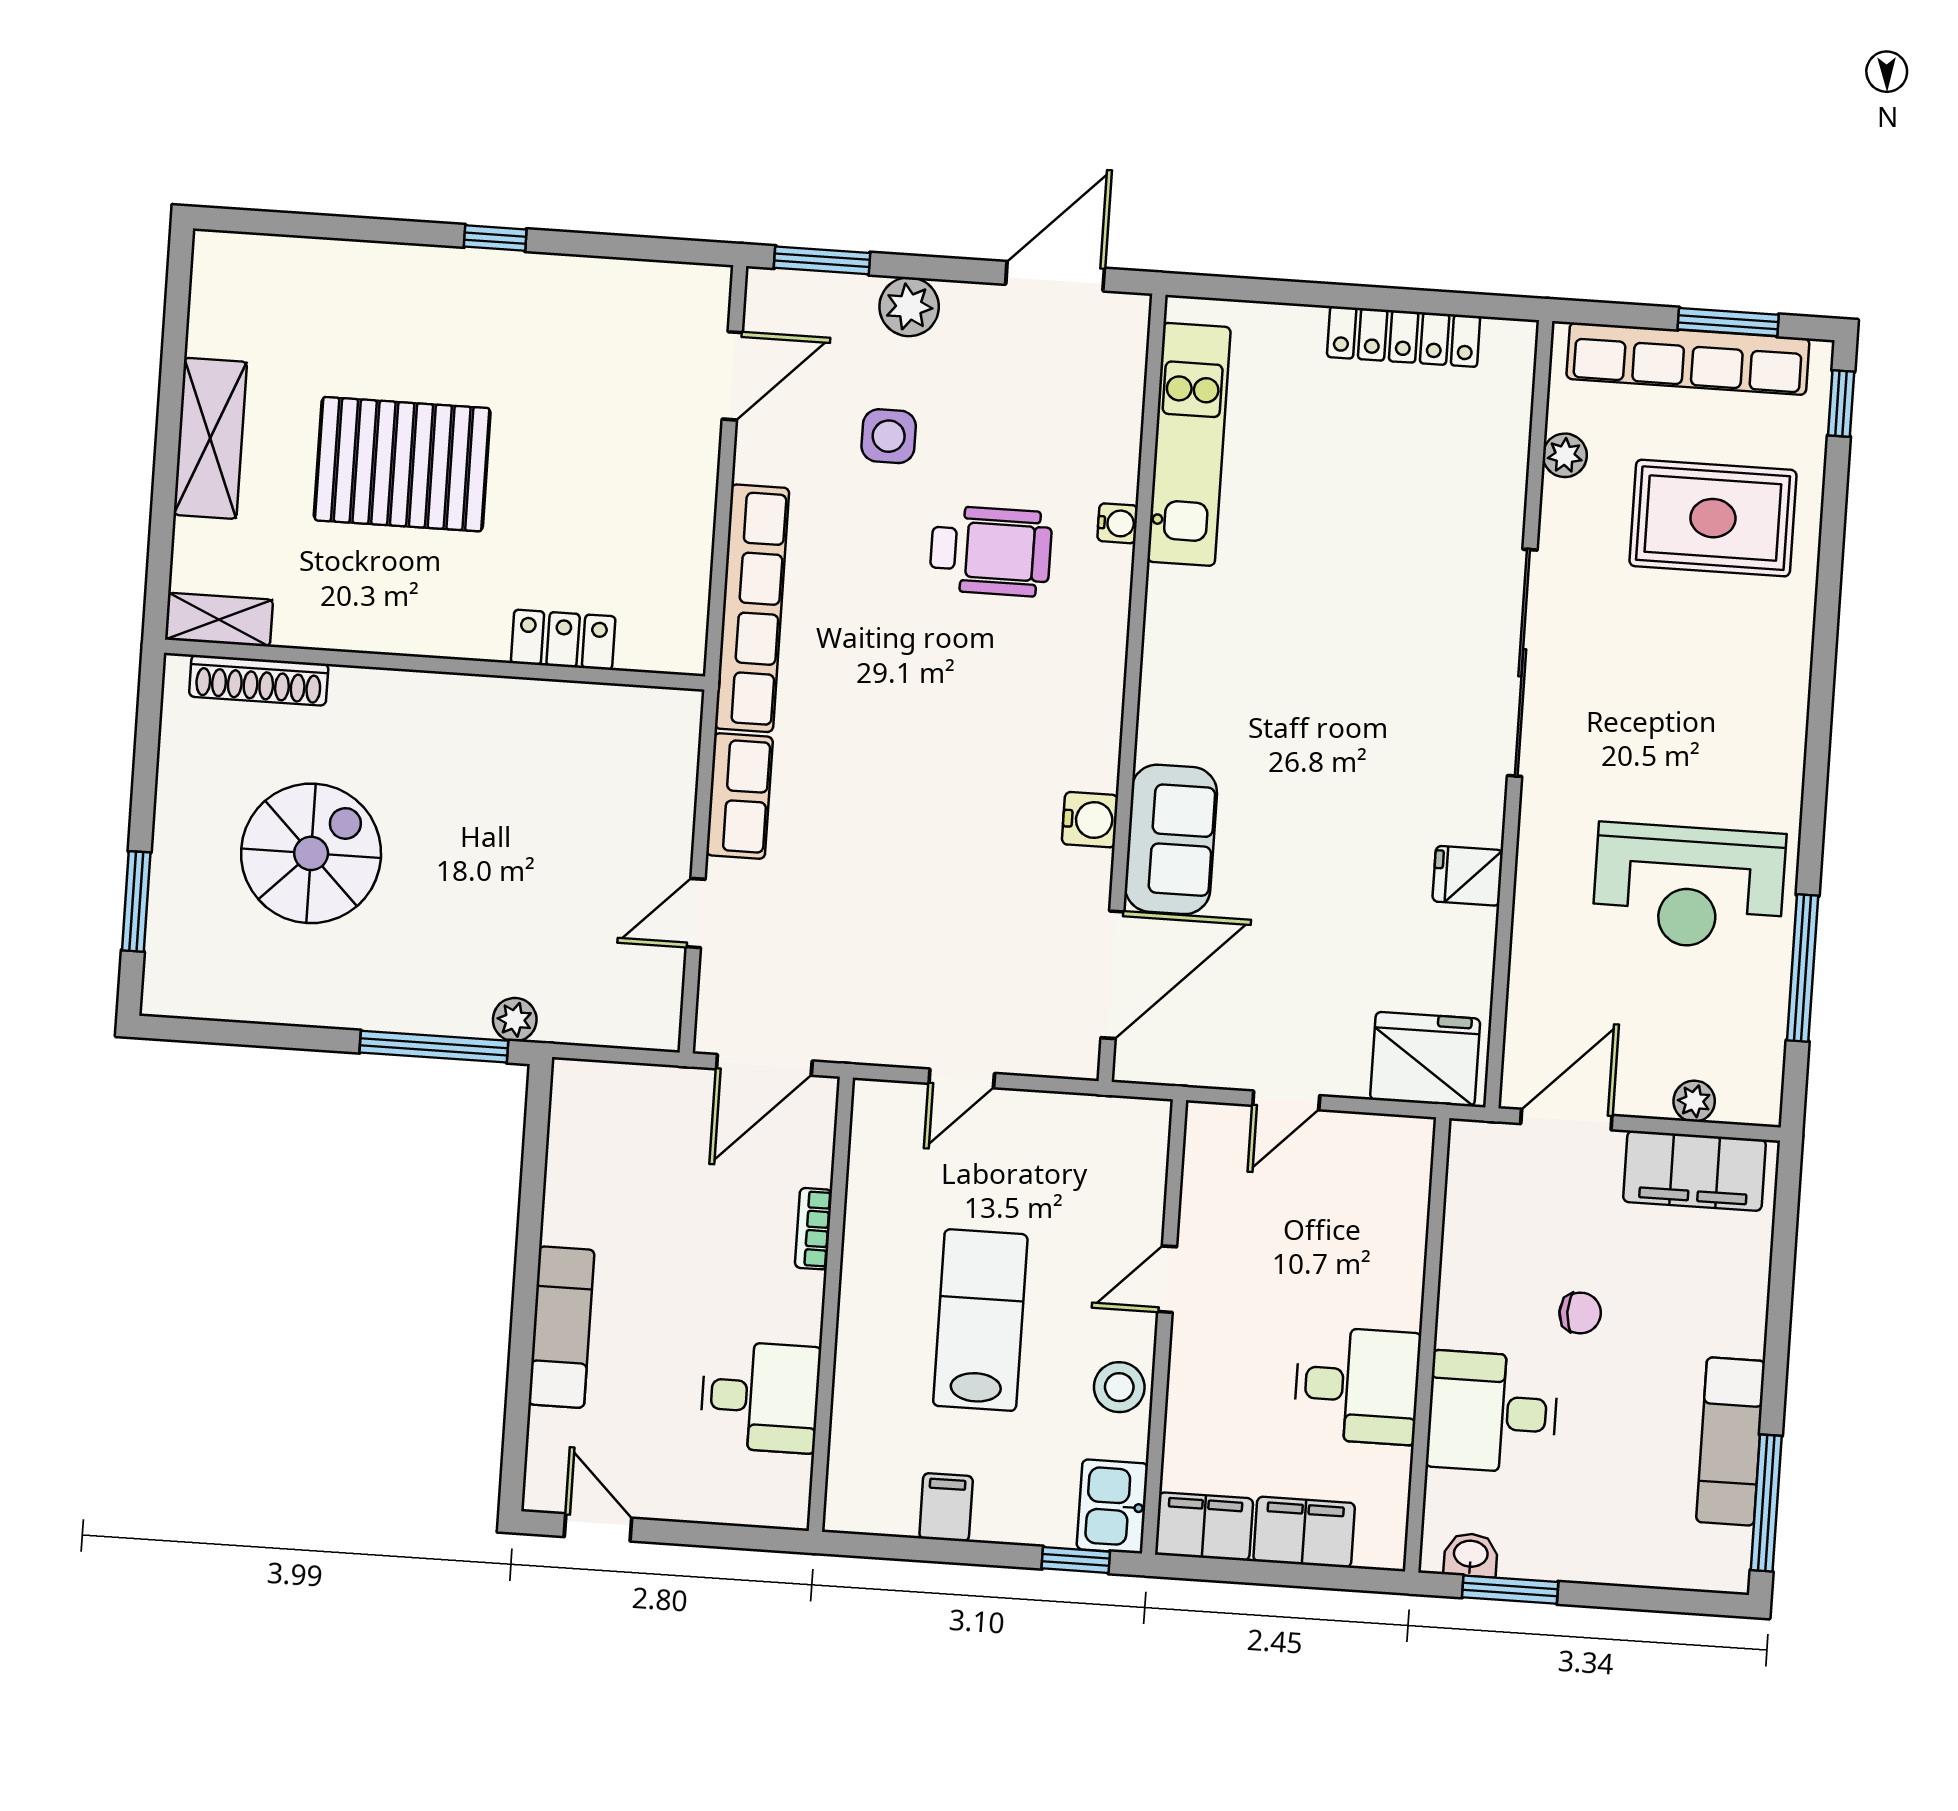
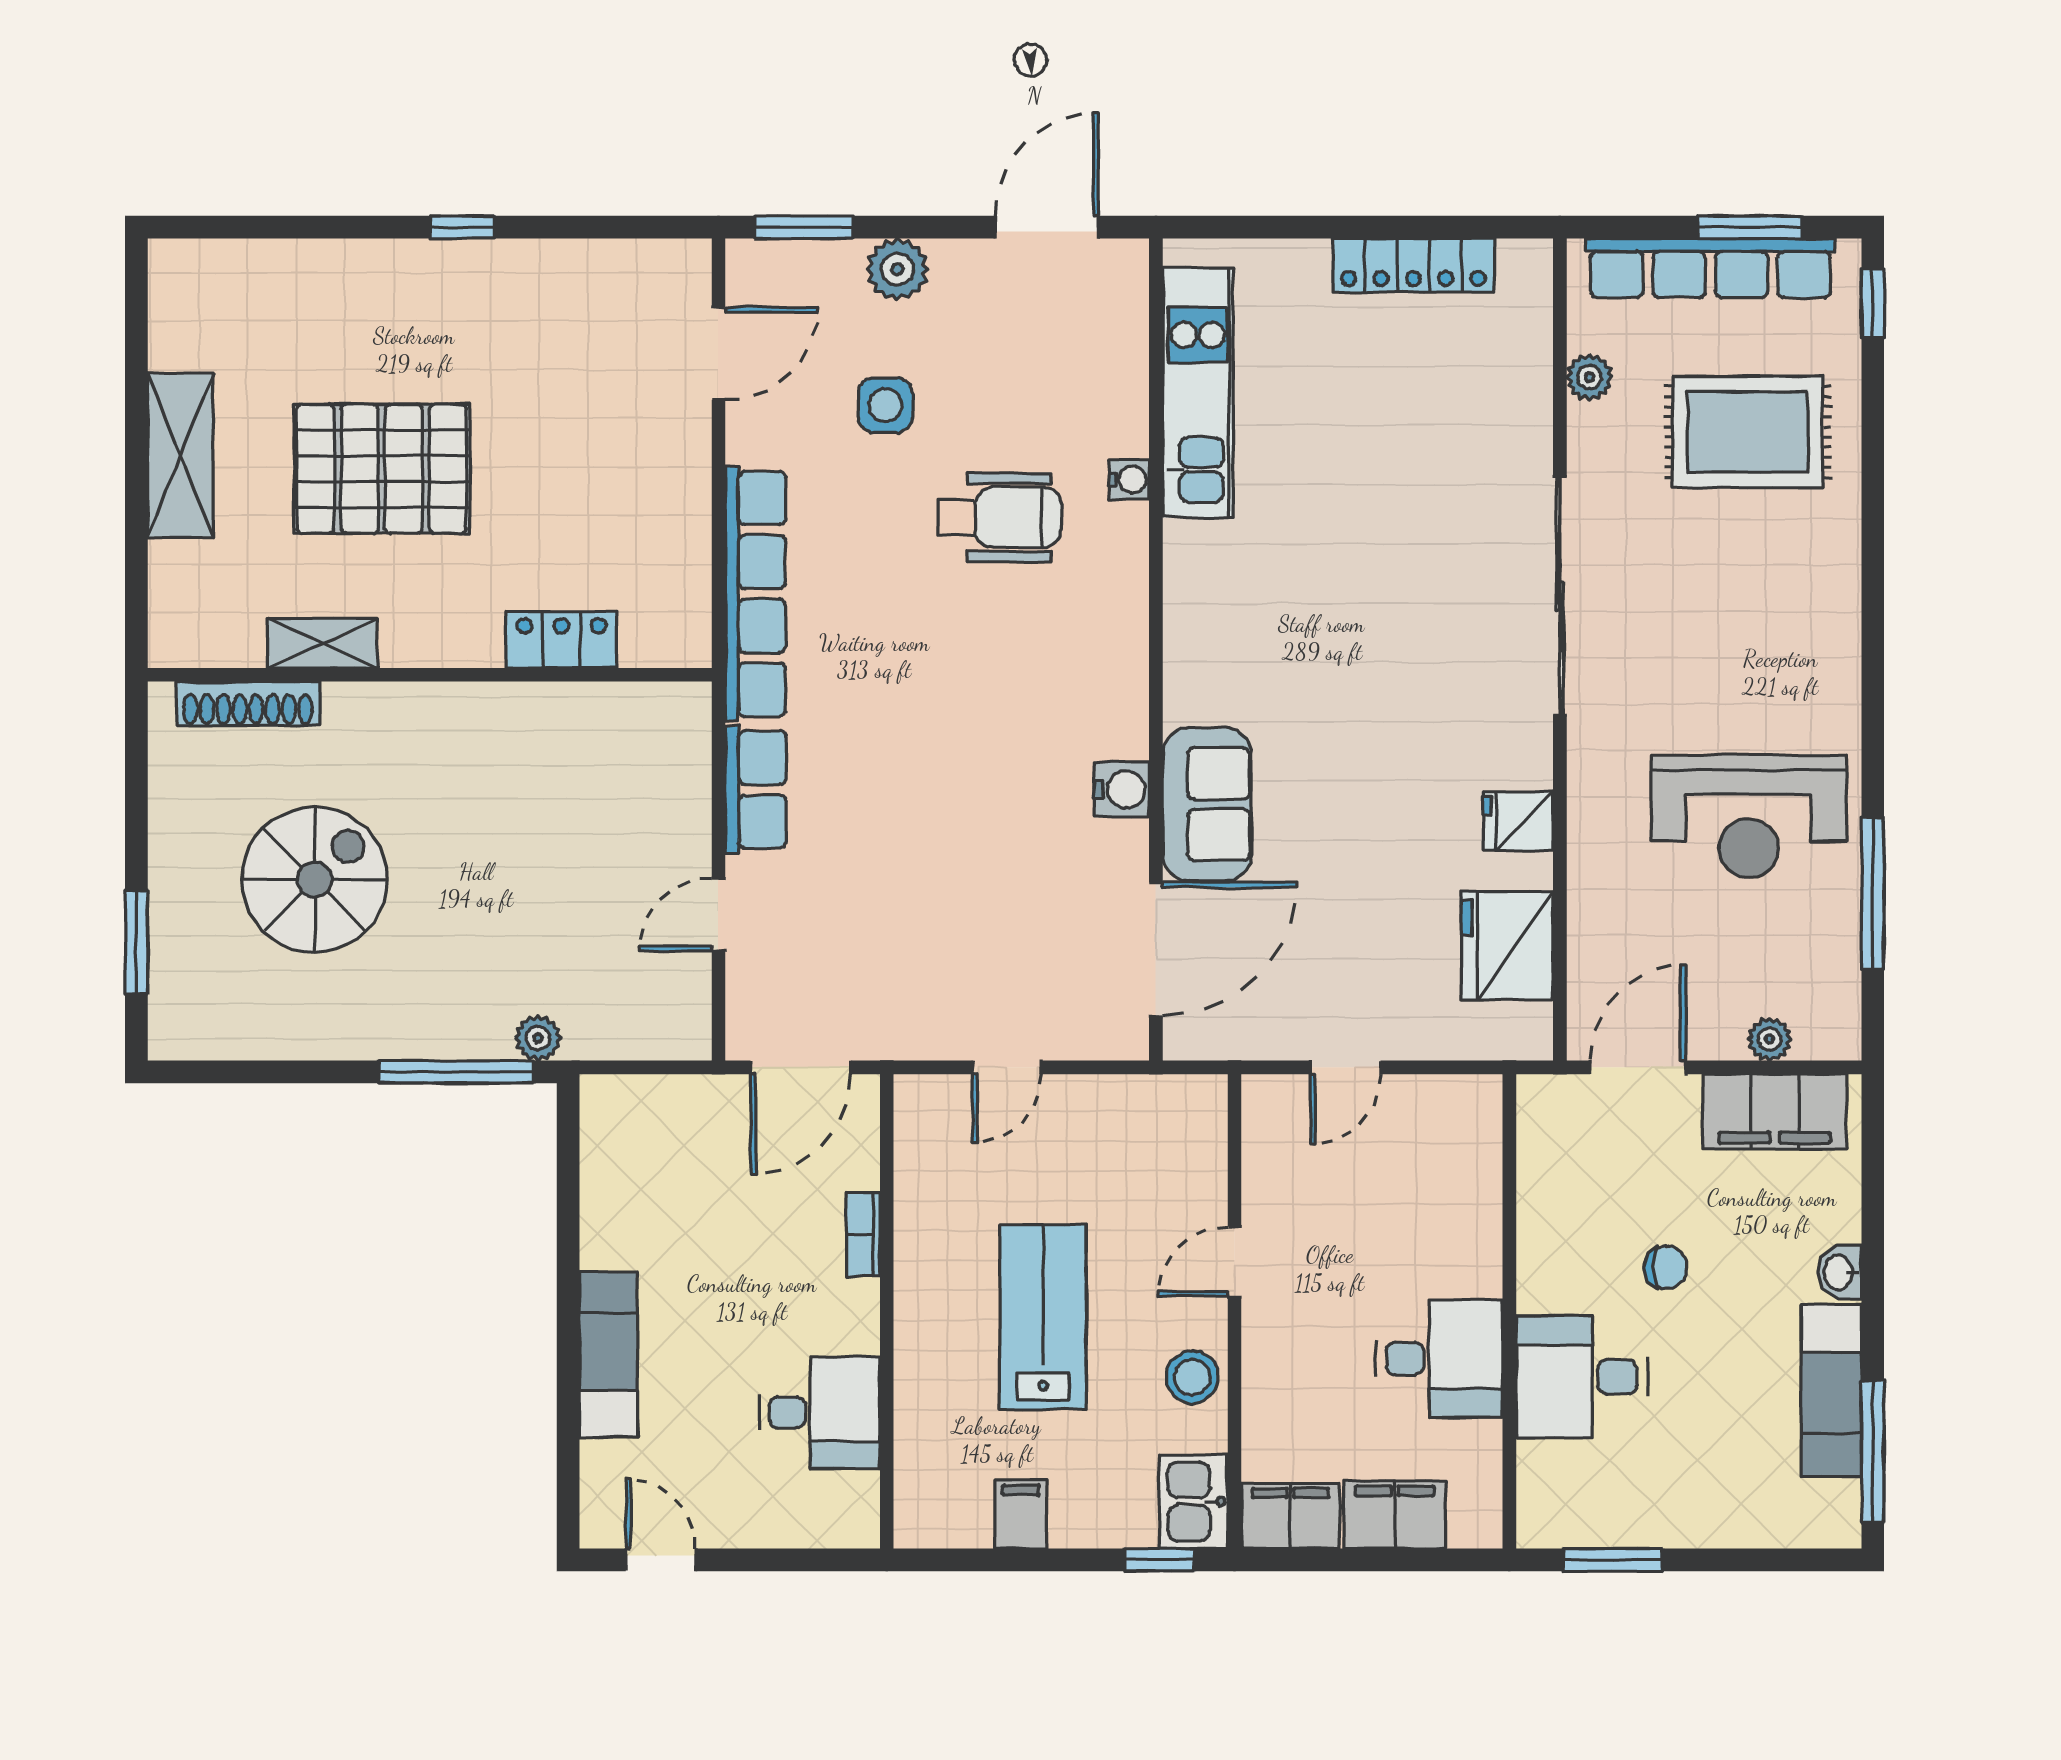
shelving: (219, 620) -> (323, 643), moved
fridge: (1425, 1059) -> (1507, 946), moved, turned -90
washbasin: (1471, 1555) -> (1840, 1272), moved, turned -90

